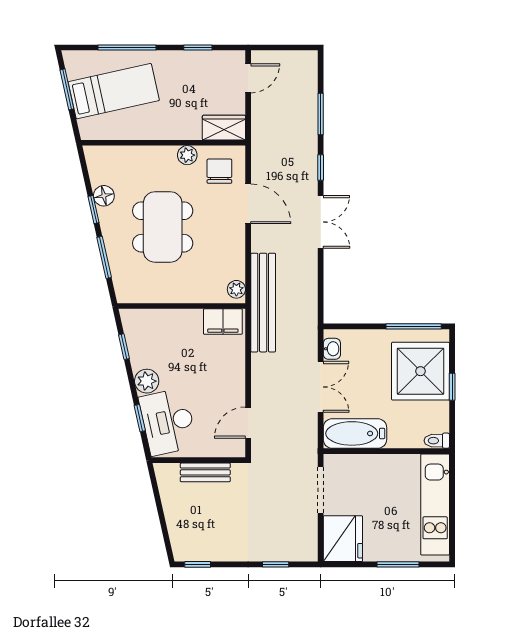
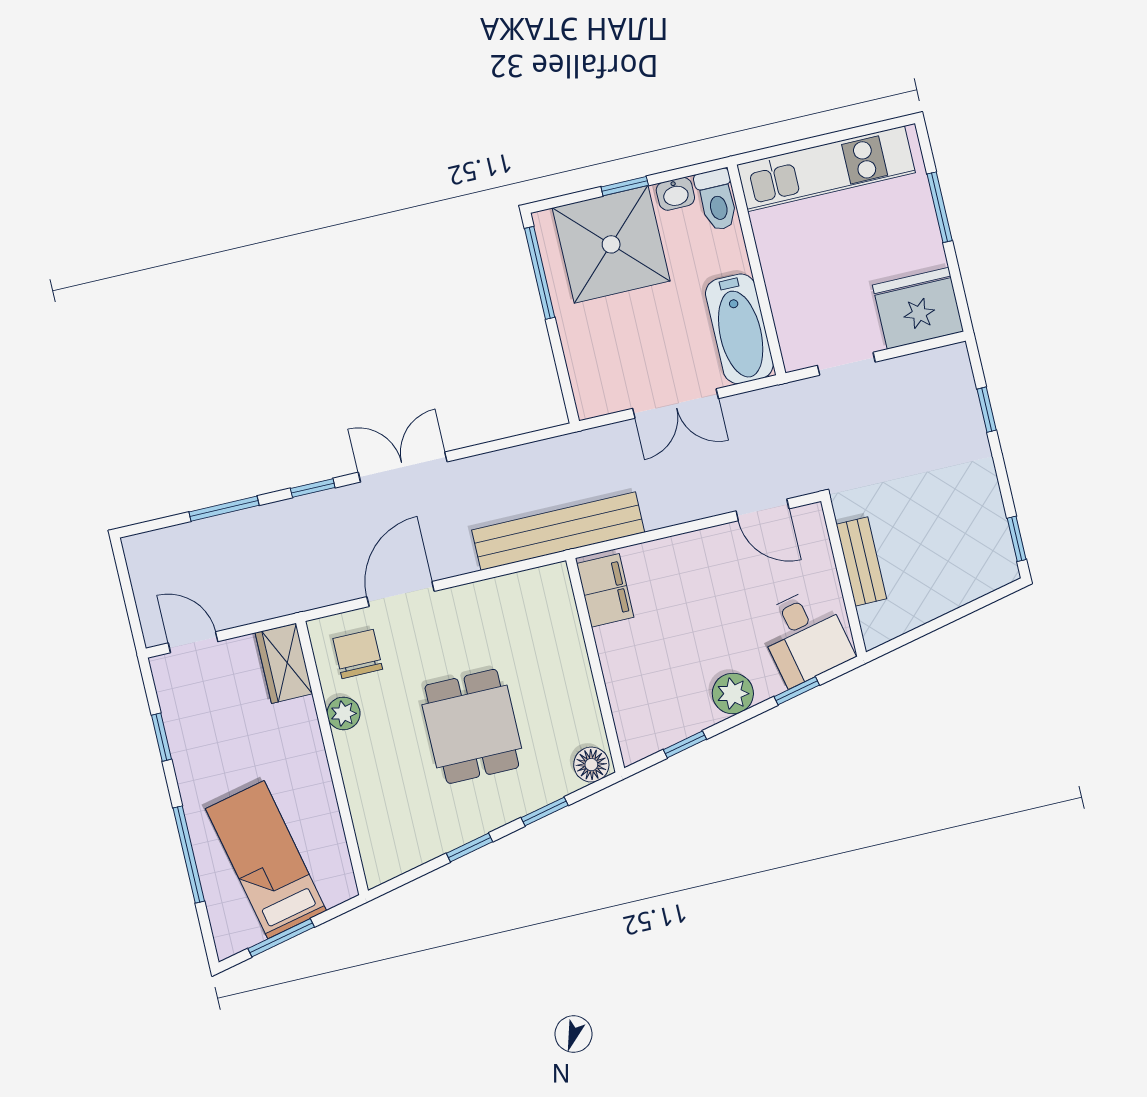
chair: (219, 171) -> (358, 654), turned 90
floor lamp: (104, 196) -> (591, 765), moved
dining table: (163, 227) -> (472, 726), width x0.73
window: (104, 257) -> (545, 812), width x0.67
plant: (236, 289) -> (547, 580), removed
washbasin: (332, 349) -> (675, 194), moved, turned 180
double door: (321, 387) -> (676, 404), swing flipped
desk: (168, 422) -> (805, 636), width x0.73
toilet: (437, 441) -> (717, 200), width x1.37, depth x1.39
doorway: (321, 490) -> (846, 364), width x0.73

